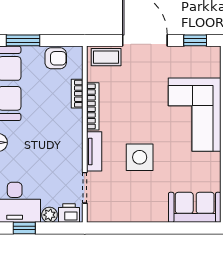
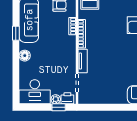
side table: (140, 157) -> (110, 65), removed
window: (24, 228) -> (59, 107), moved

